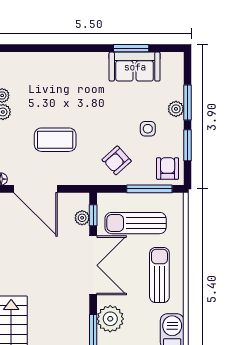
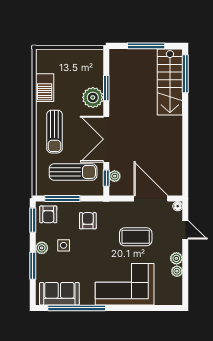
window: (131, 48) -> (77, 308), width x2.11
sofa: (135, 67) -> (59, 294), moved
corner sofa: (69, 79) -> (125, 284), added
plant: (176, 109) -> (42, 248), moved
window: (188, 145) -> (33, 220), moved
armchair: (117, 160) -> (88, 221), turned -48

